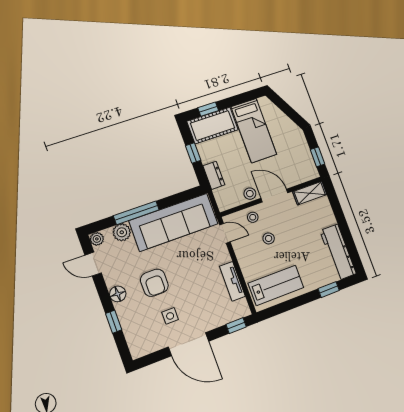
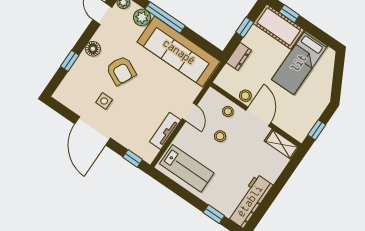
door: (225, 233) -> (189, 112), moved
armchair: (154, 283) -> (121, 70), turned -64

